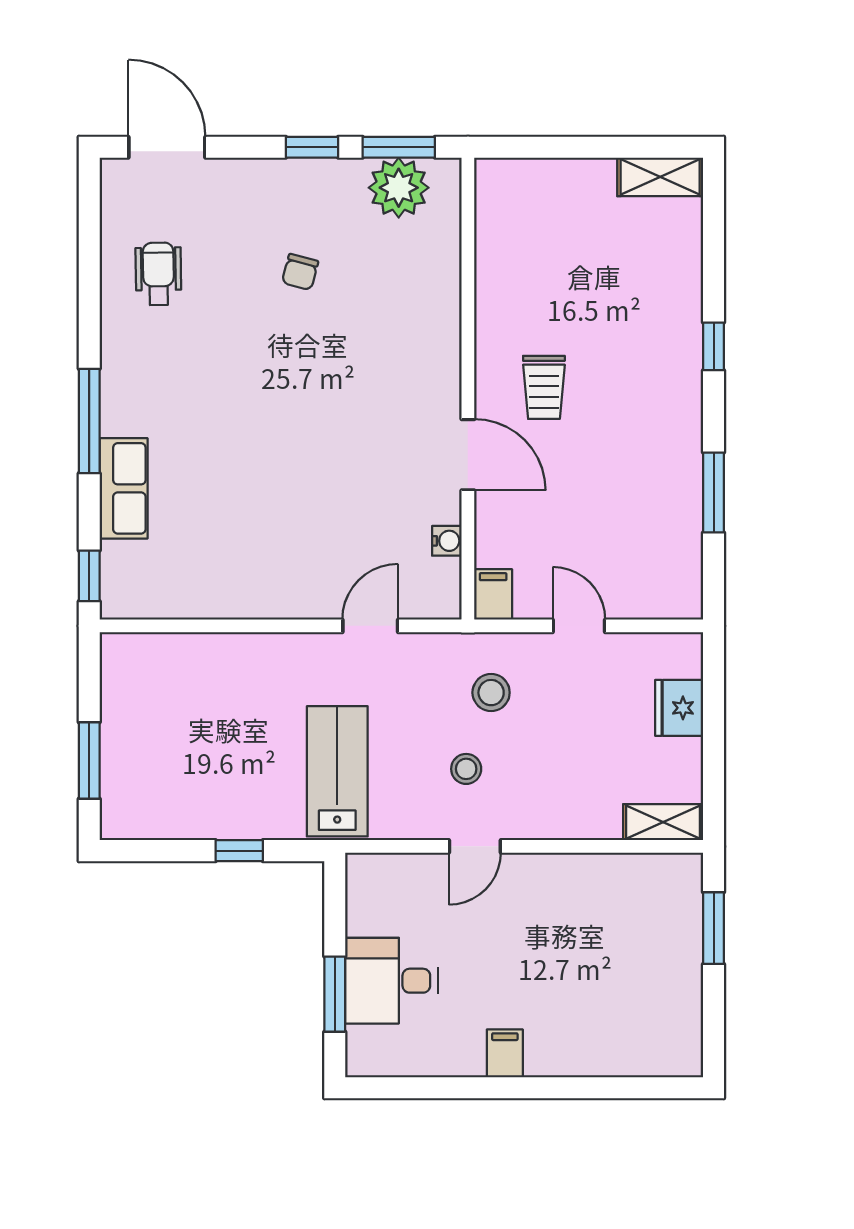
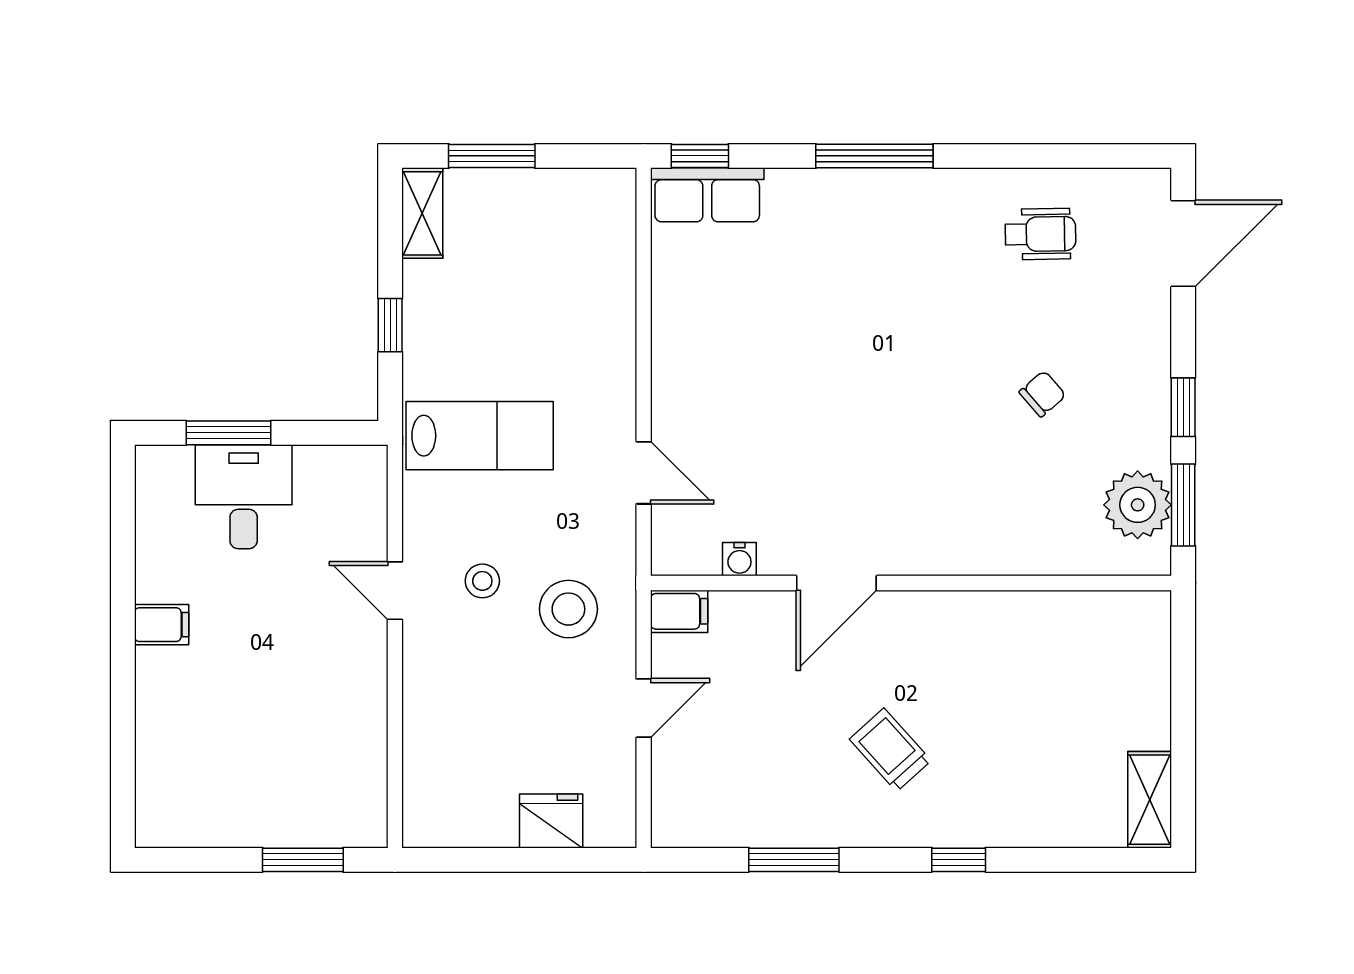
chair: (300, 272) -> (1043, 394), turned 124
trolley: (544, 387) -> (890, 750), moved, turned 48
row of seats: (124, 488) -> (707, 195), moved
stool: (491, 693) -> (568, 609), width x1.38, depth x1.38
shelving: (663, 822) -> (422, 213), moved

